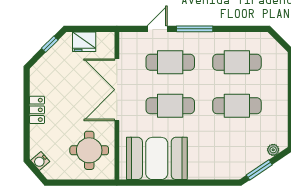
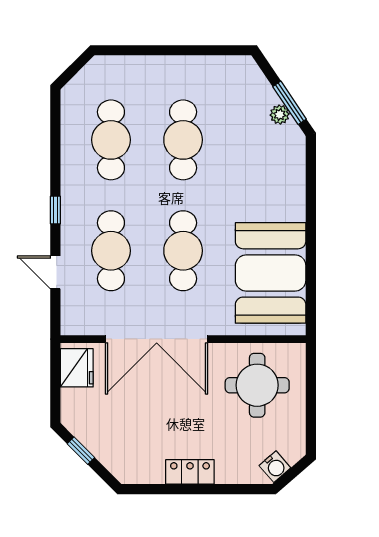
window: (195, 29) -> (55, 210), width x0.46
fridge: (84, 42) -> (77, 368), moved
plant: (273, 150) -> (280, 115), moved

